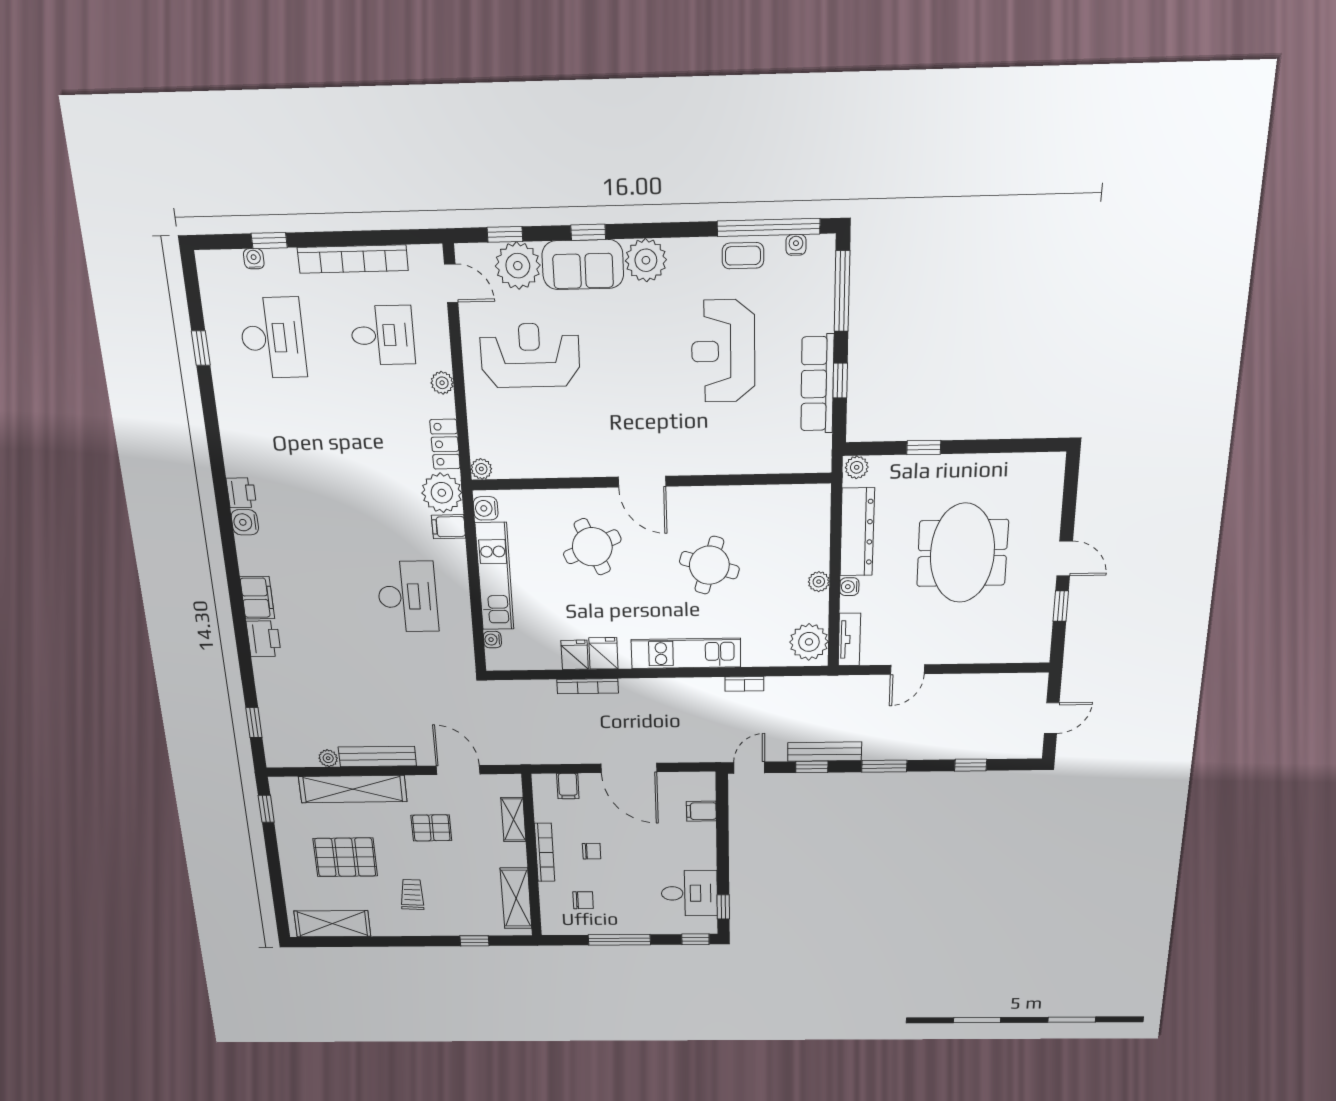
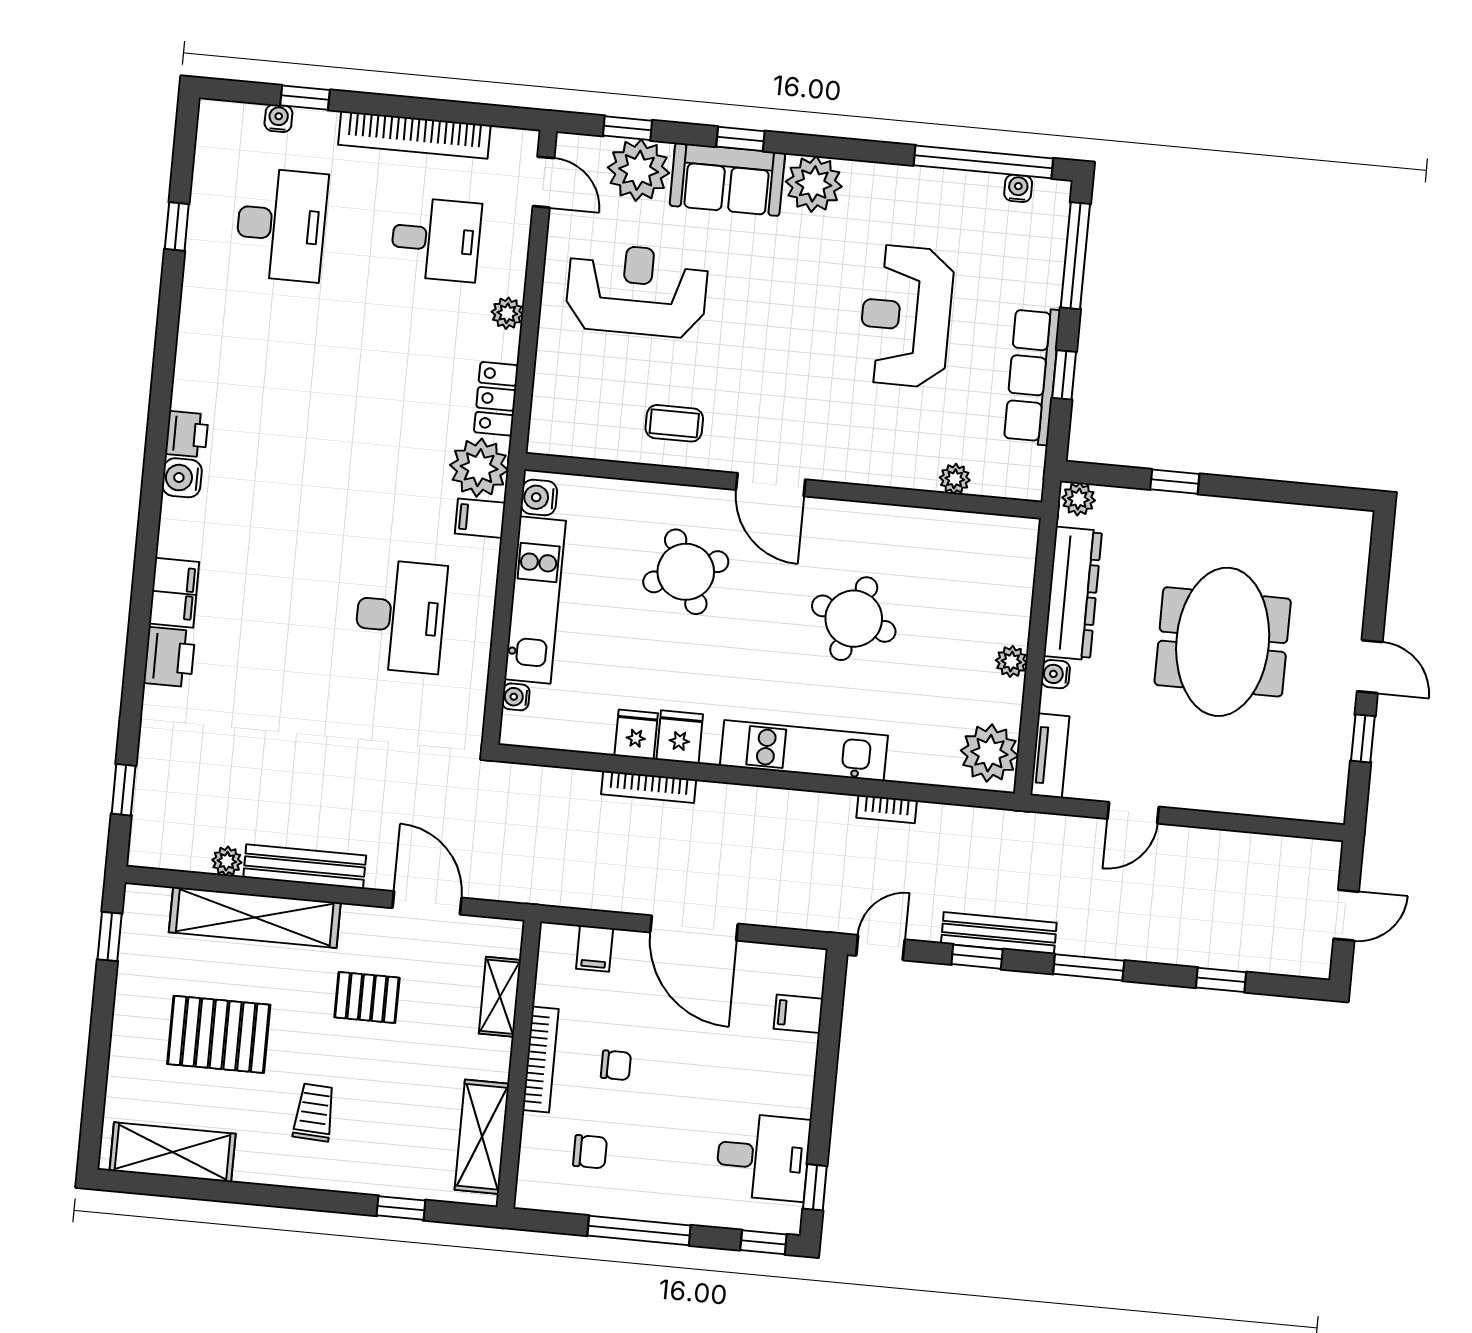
coffee table: (743, 256) -> (674, 423), moved
plant: (481, 469) -> (955, 479), moved

